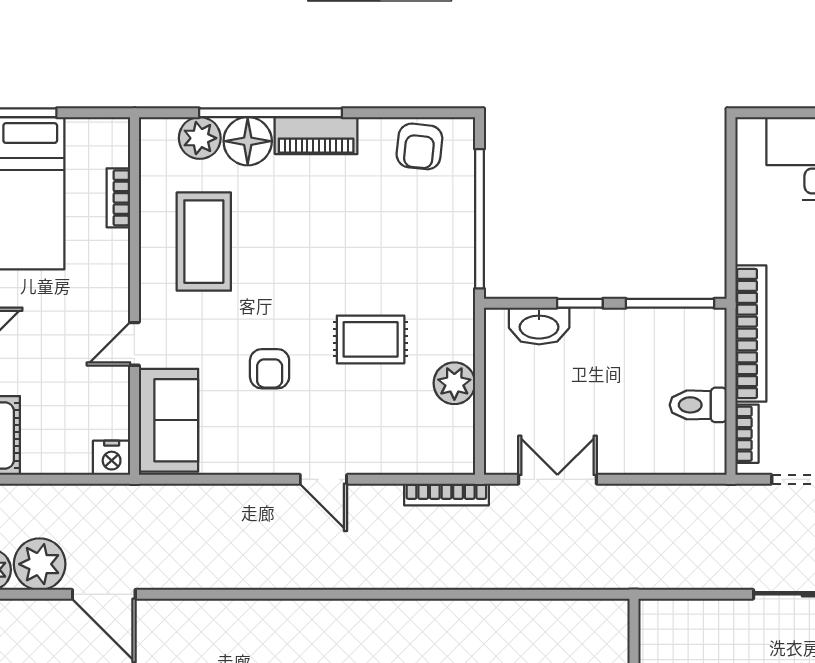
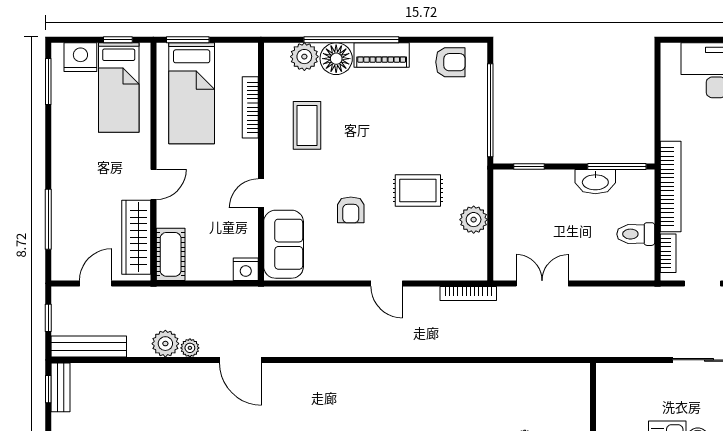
armchair: (419, 146) -> (450, 62), turned -96
bookcase: (118, 198) -> (250, 107), width x1.56
coffee table: (204, 242) -> (307, 125), width x0.73, depth x0.76
window: (580, 303) -> (529, 166), moved
washbasin: (539, 326) -> (595, 182), moved
plant: (40, 564) -> (190, 348), width x0.53, depth x0.53

